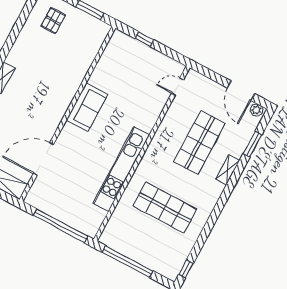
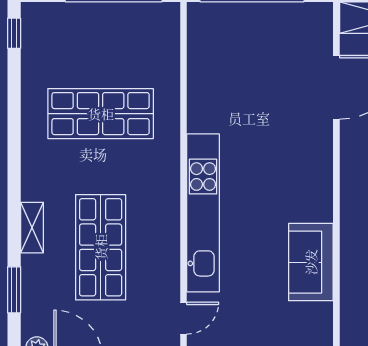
sofa: (87, 107) -> (311, 262), moved
kitchen unit: (121, 169) -> (203, 213), moved

